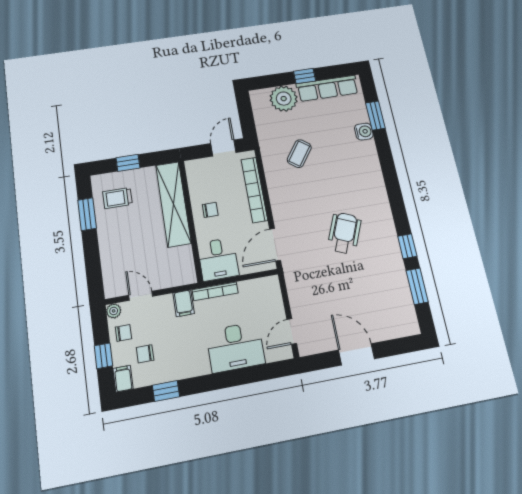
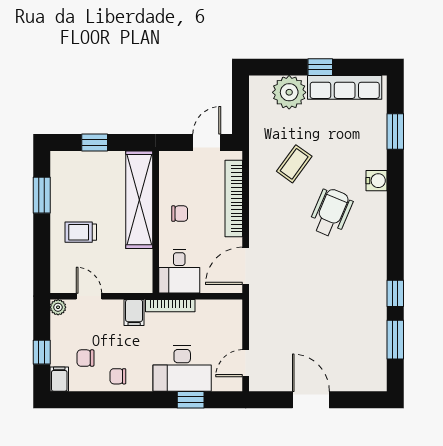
water cooler: (364, 132) -> (377, 181), moved
trolley: (117, 198) -> (81, 232), moved
wheelchair: (344, 233) -> (331, 212), moved
chair: (123, 333) -> (118, 376), moved, turned 180
window: (166, 391) -> (191, 400), moved

